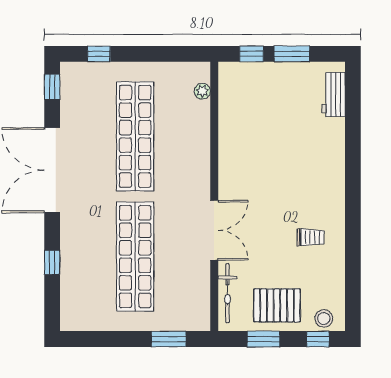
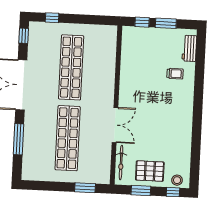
plant: (202, 91) -> (112, 43), removed
trolley: (311, 237) -> (175, 74), moved
window: (52, 262) -> (19, 139), width x2.17

